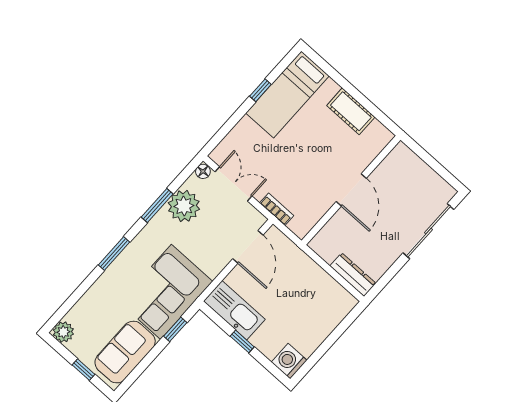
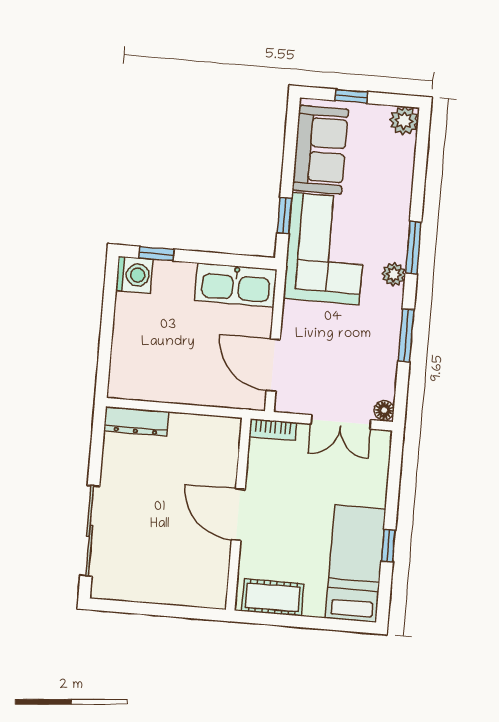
door: (351, 190) -> (238, 515), moved
wall: (351, 190) -> (238, 514), moved
plant: (184, 206) -> (394, 274), moved, width x0.53, depth x0.53
window: (242, 342) -> (157, 254), moved

